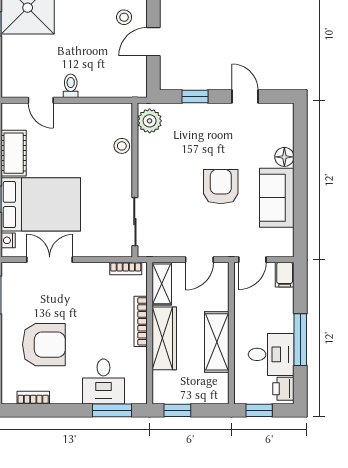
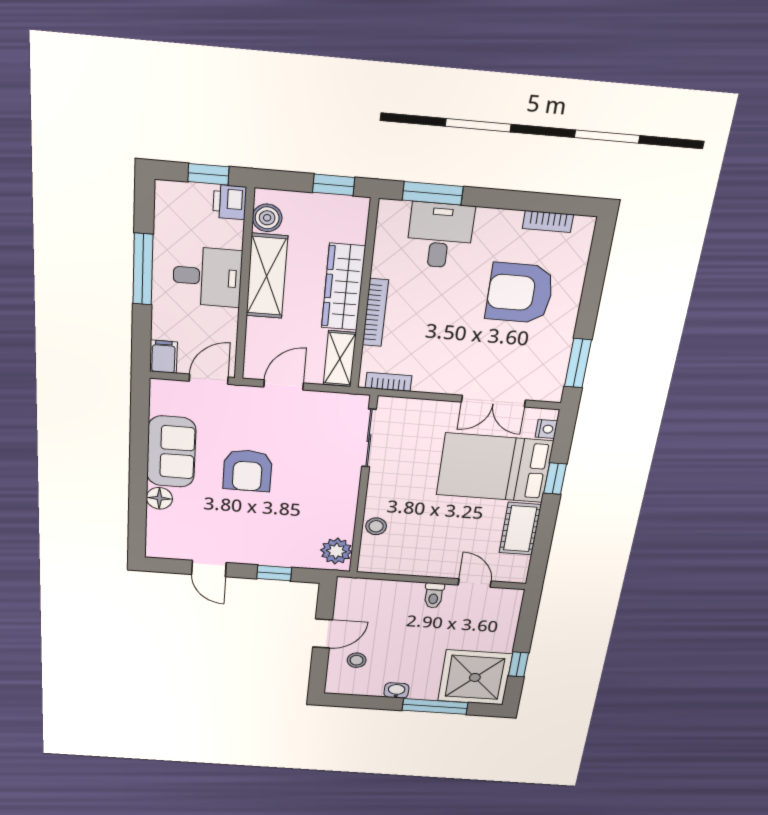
desk: (271, 354) -> (207, 277), moved, turned 180
boiler: (219, 384) -> (267, 218), added
printer: (283, 389) -> (230, 202), moved, turned 180

